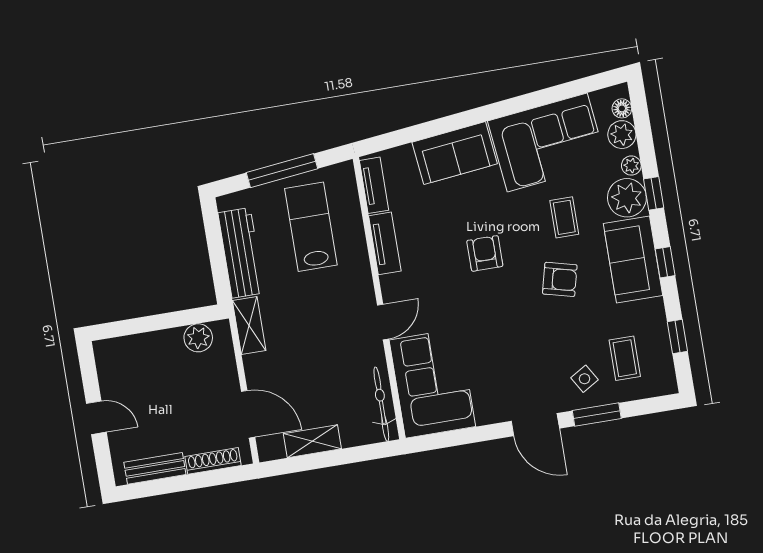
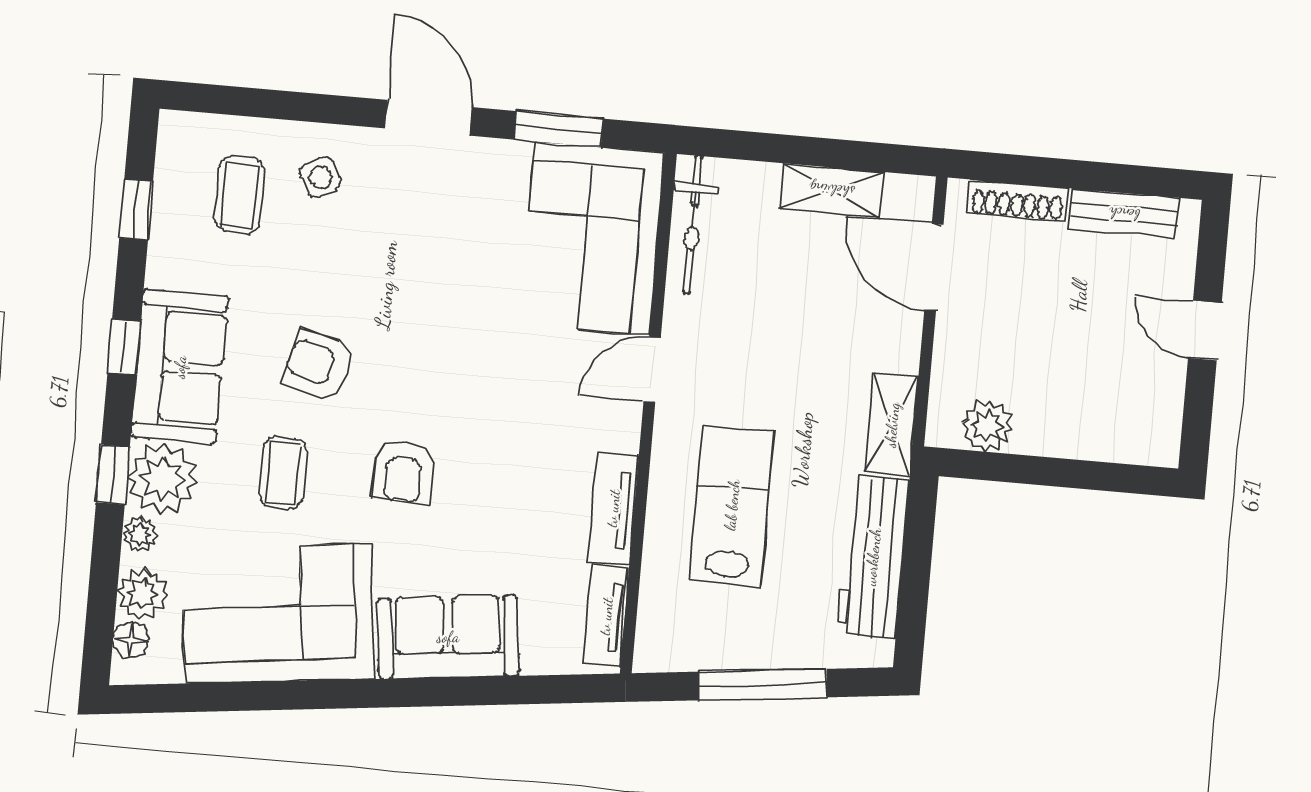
lab bench: (311, 227) -> (732, 505), moved, turned 180
armchair: (485, 253) -> (403, 472), moved
window: (597, 415) -> (558, 129), moved

